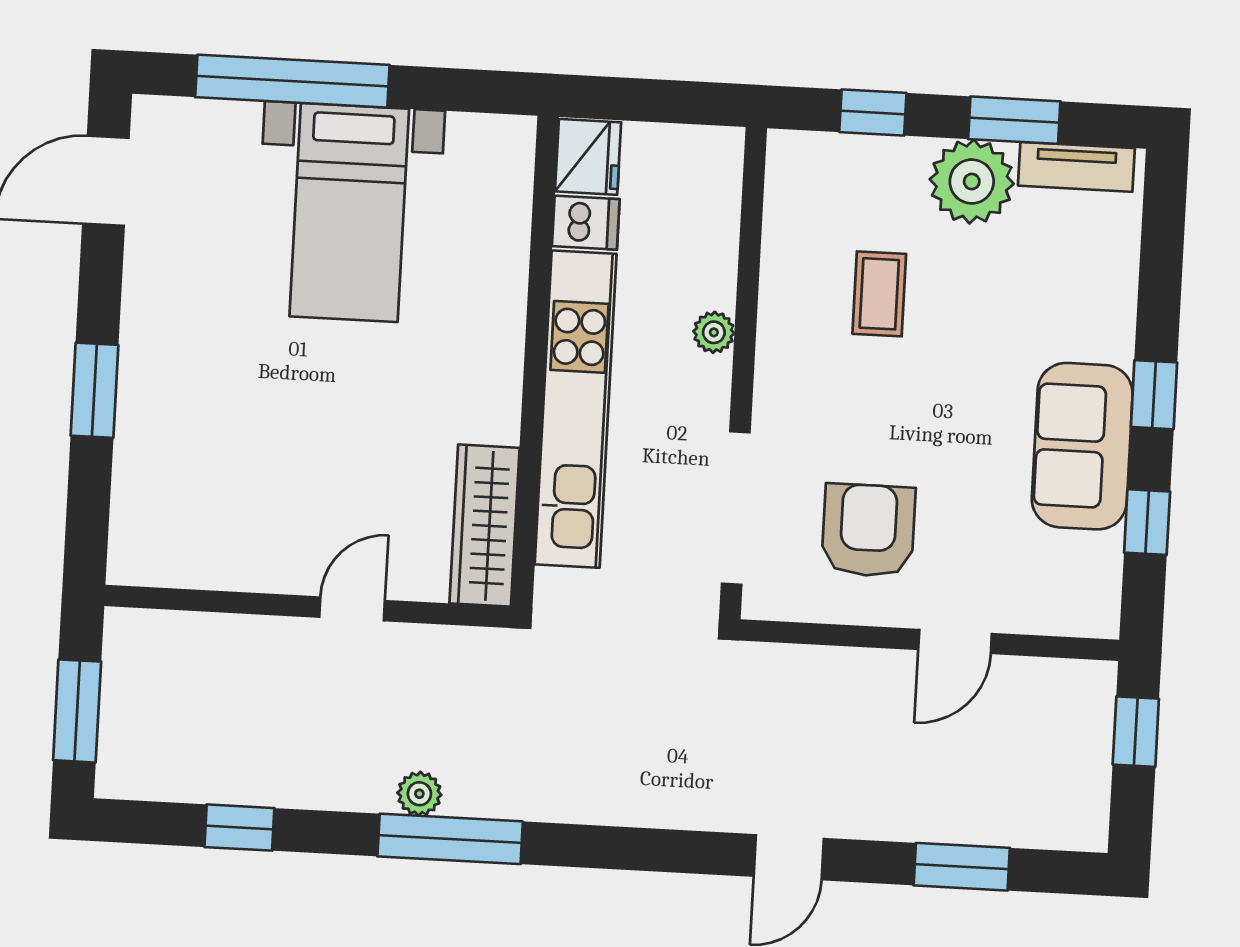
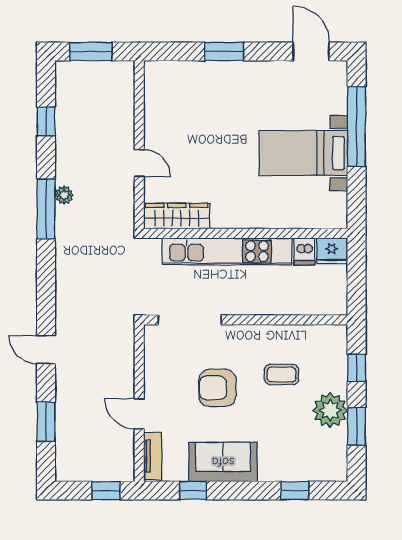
tv unit: (1076, 167) -> (153, 456), moved, turned 180
plant: (714, 332) -> (262, 307), removed
window: (1154, 395) -> (295, 491), moved
armchair: (868, 530) -> (217, 388), moved, turned 180

